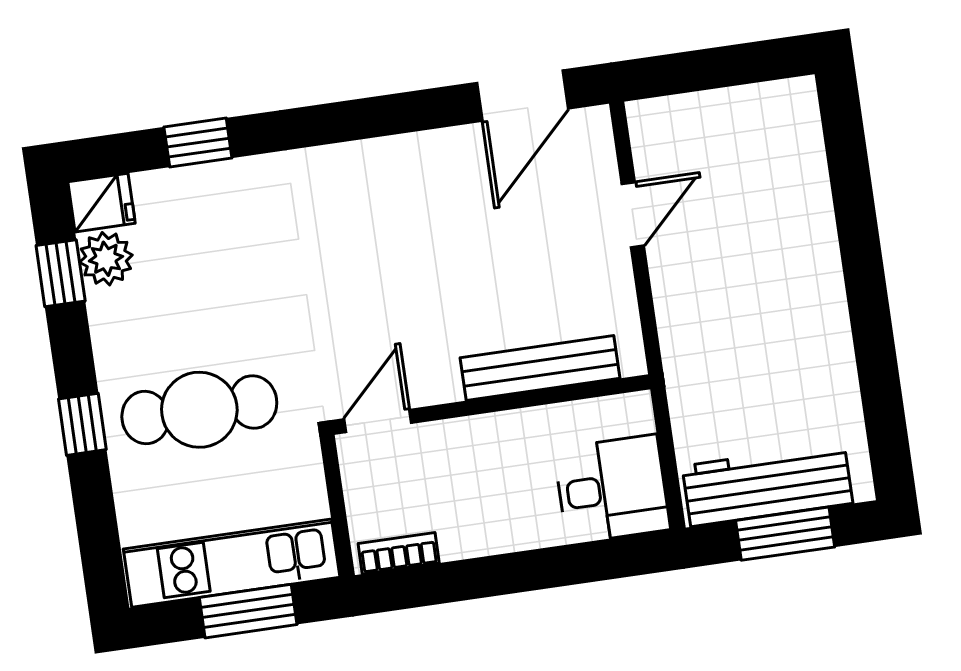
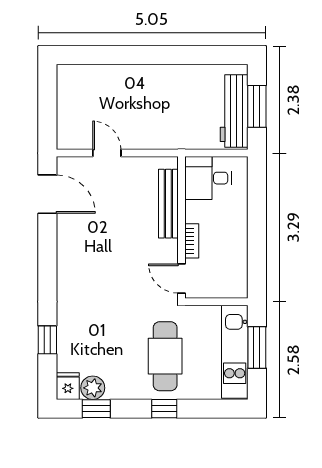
desk: (612, 489) -> (208, 178), moved, turned -90
bookcase: (399, 553) -> (192, 241), moved, turned 180

